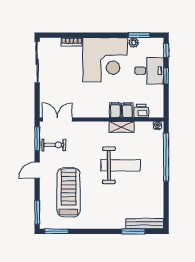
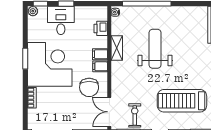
window: (139, 35) -> (25, 59), moved
plant: (134, 43) -> (33, 11), moved
chair: (82, 99) -> (89, 87), added
filing cabinet: (127, 110) -> (100, 66), moved

